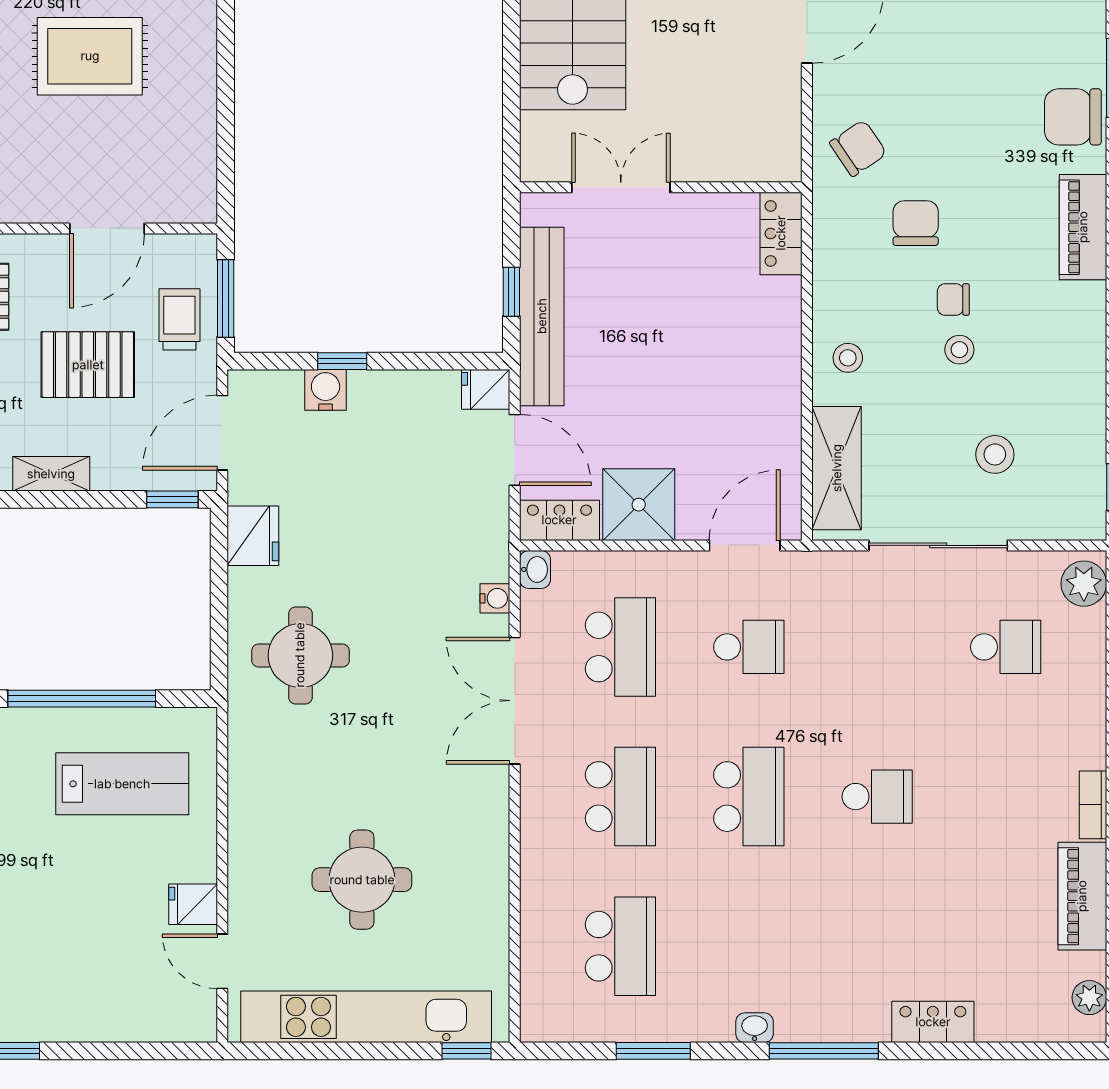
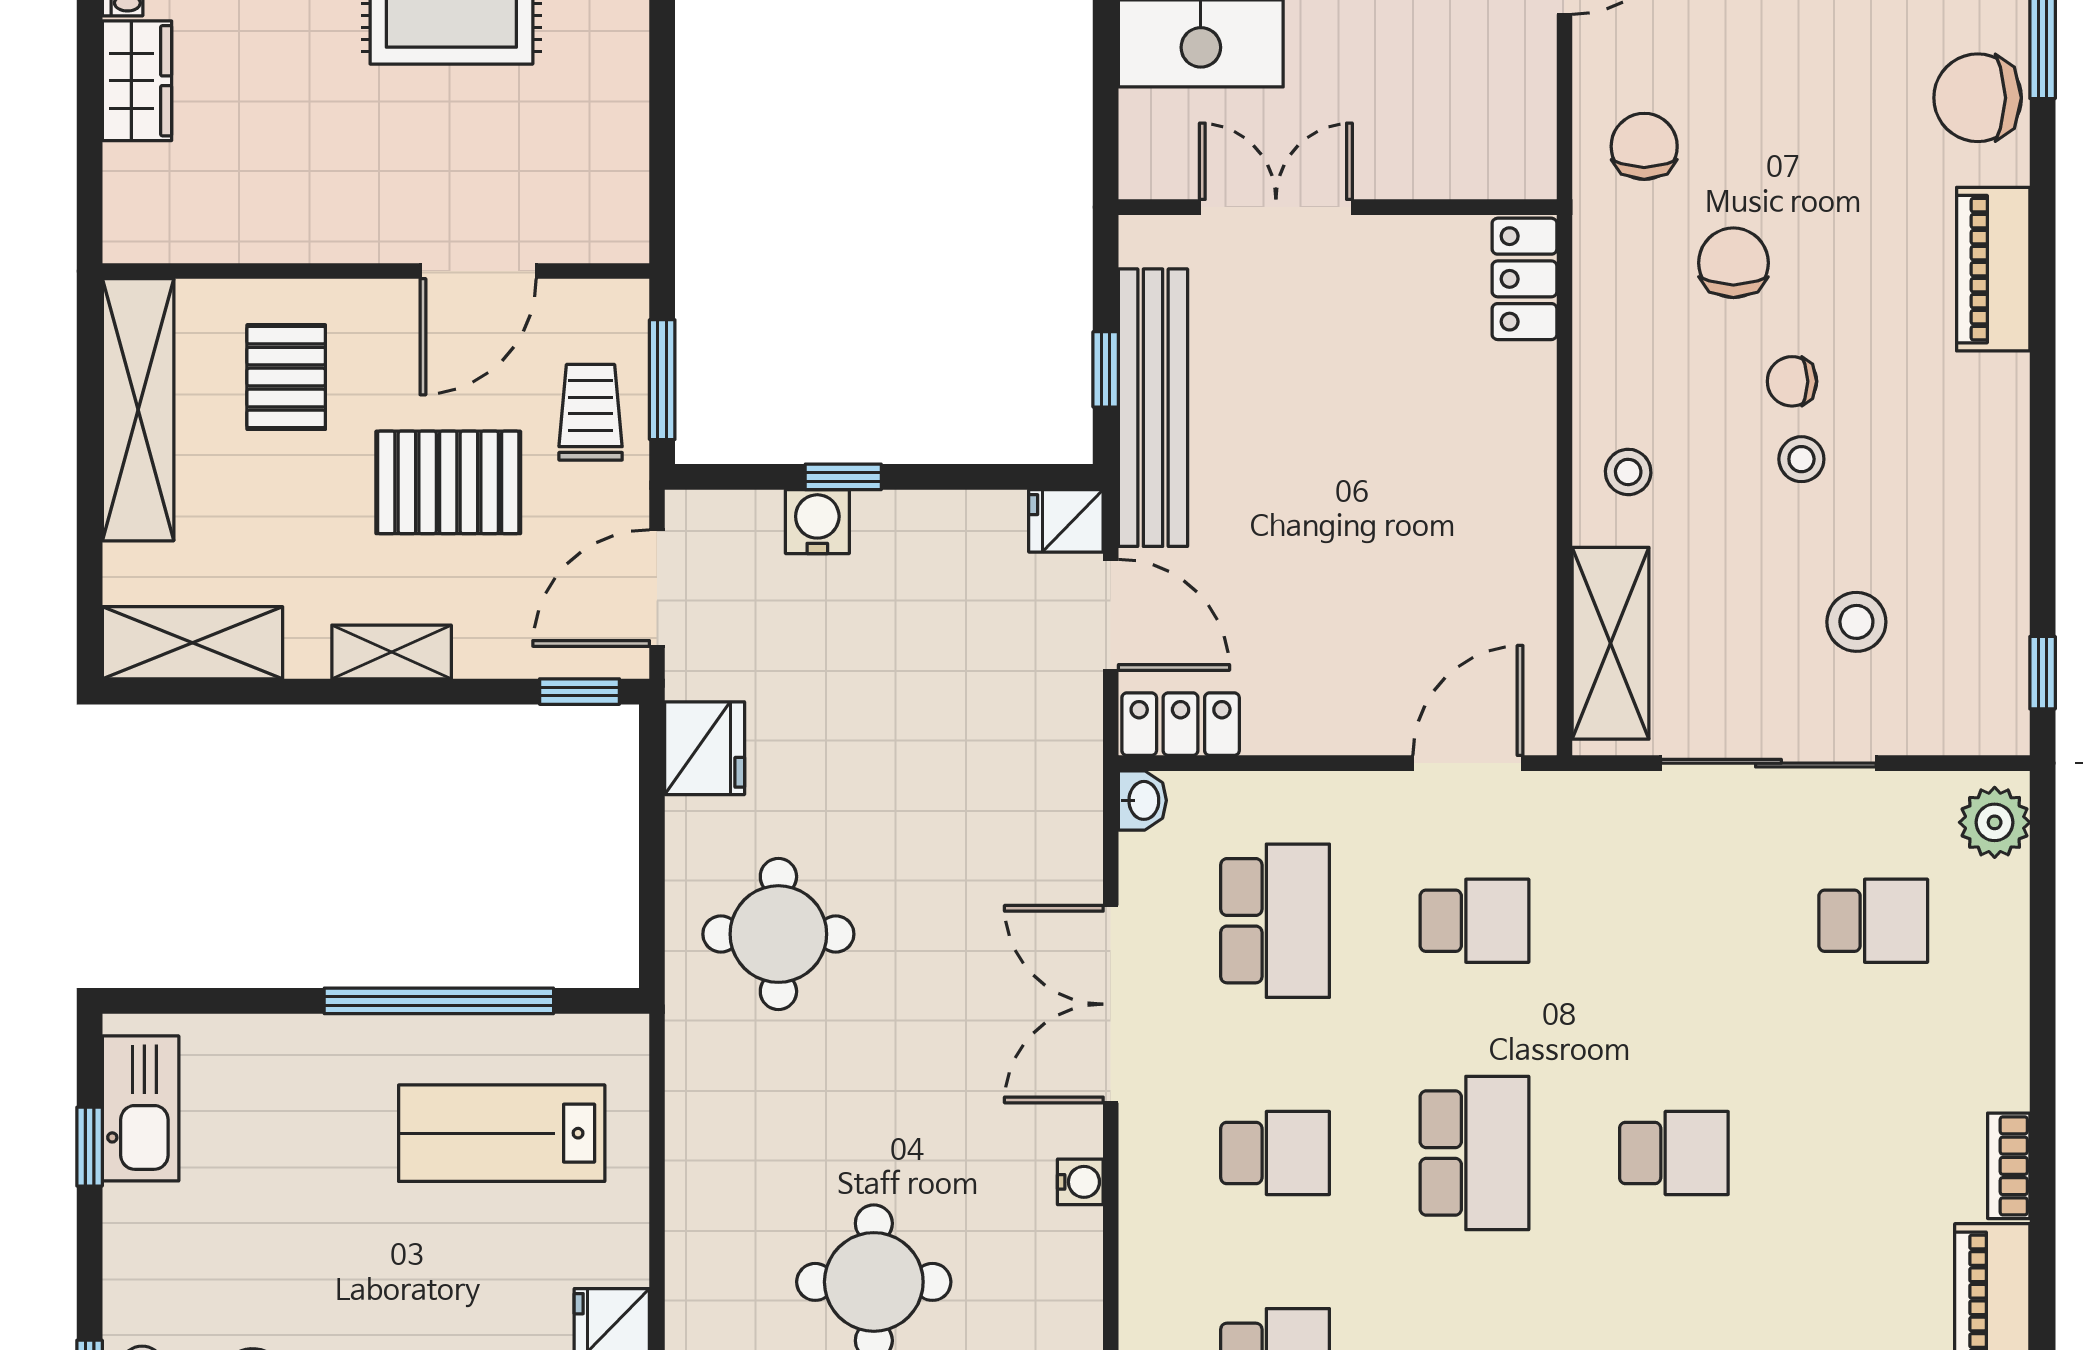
chair: (858, 148) -> (1644, 146), turned -56
shower: (639, 505) -> (1303, 700), removed
water cooler: (495, 598) -> (1080, 1182), moved
lab bench: (122, 784) -> (502, 1133), turned 180
school desk: (620, 797) -> (1275, 1153), width x0.54

